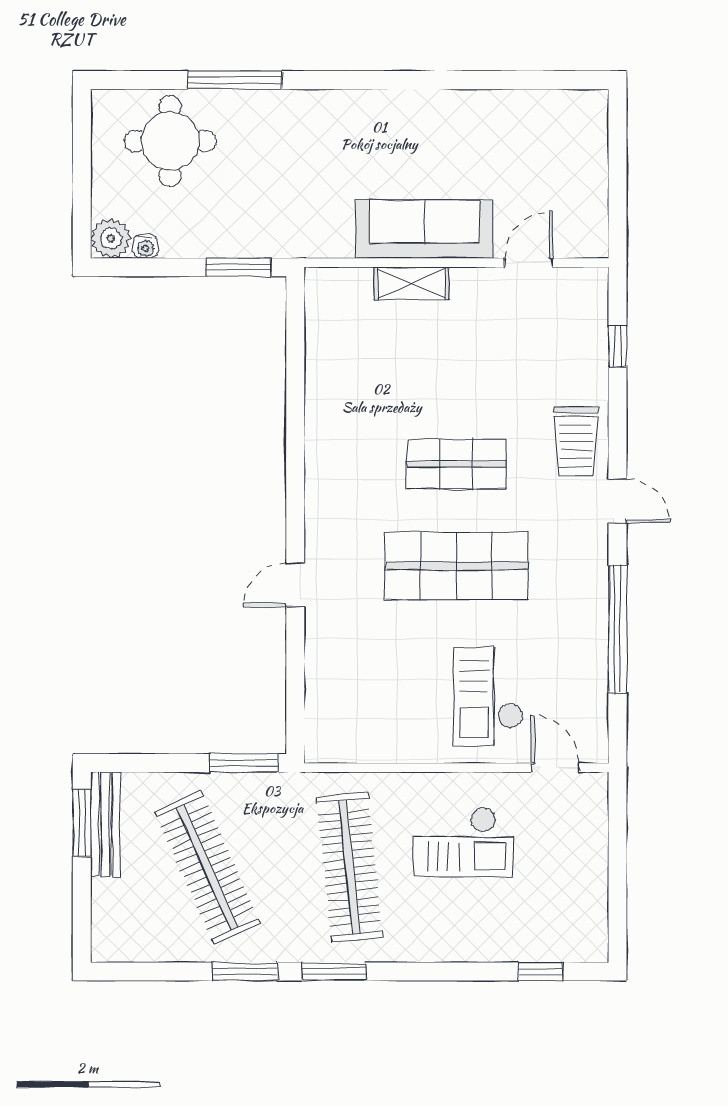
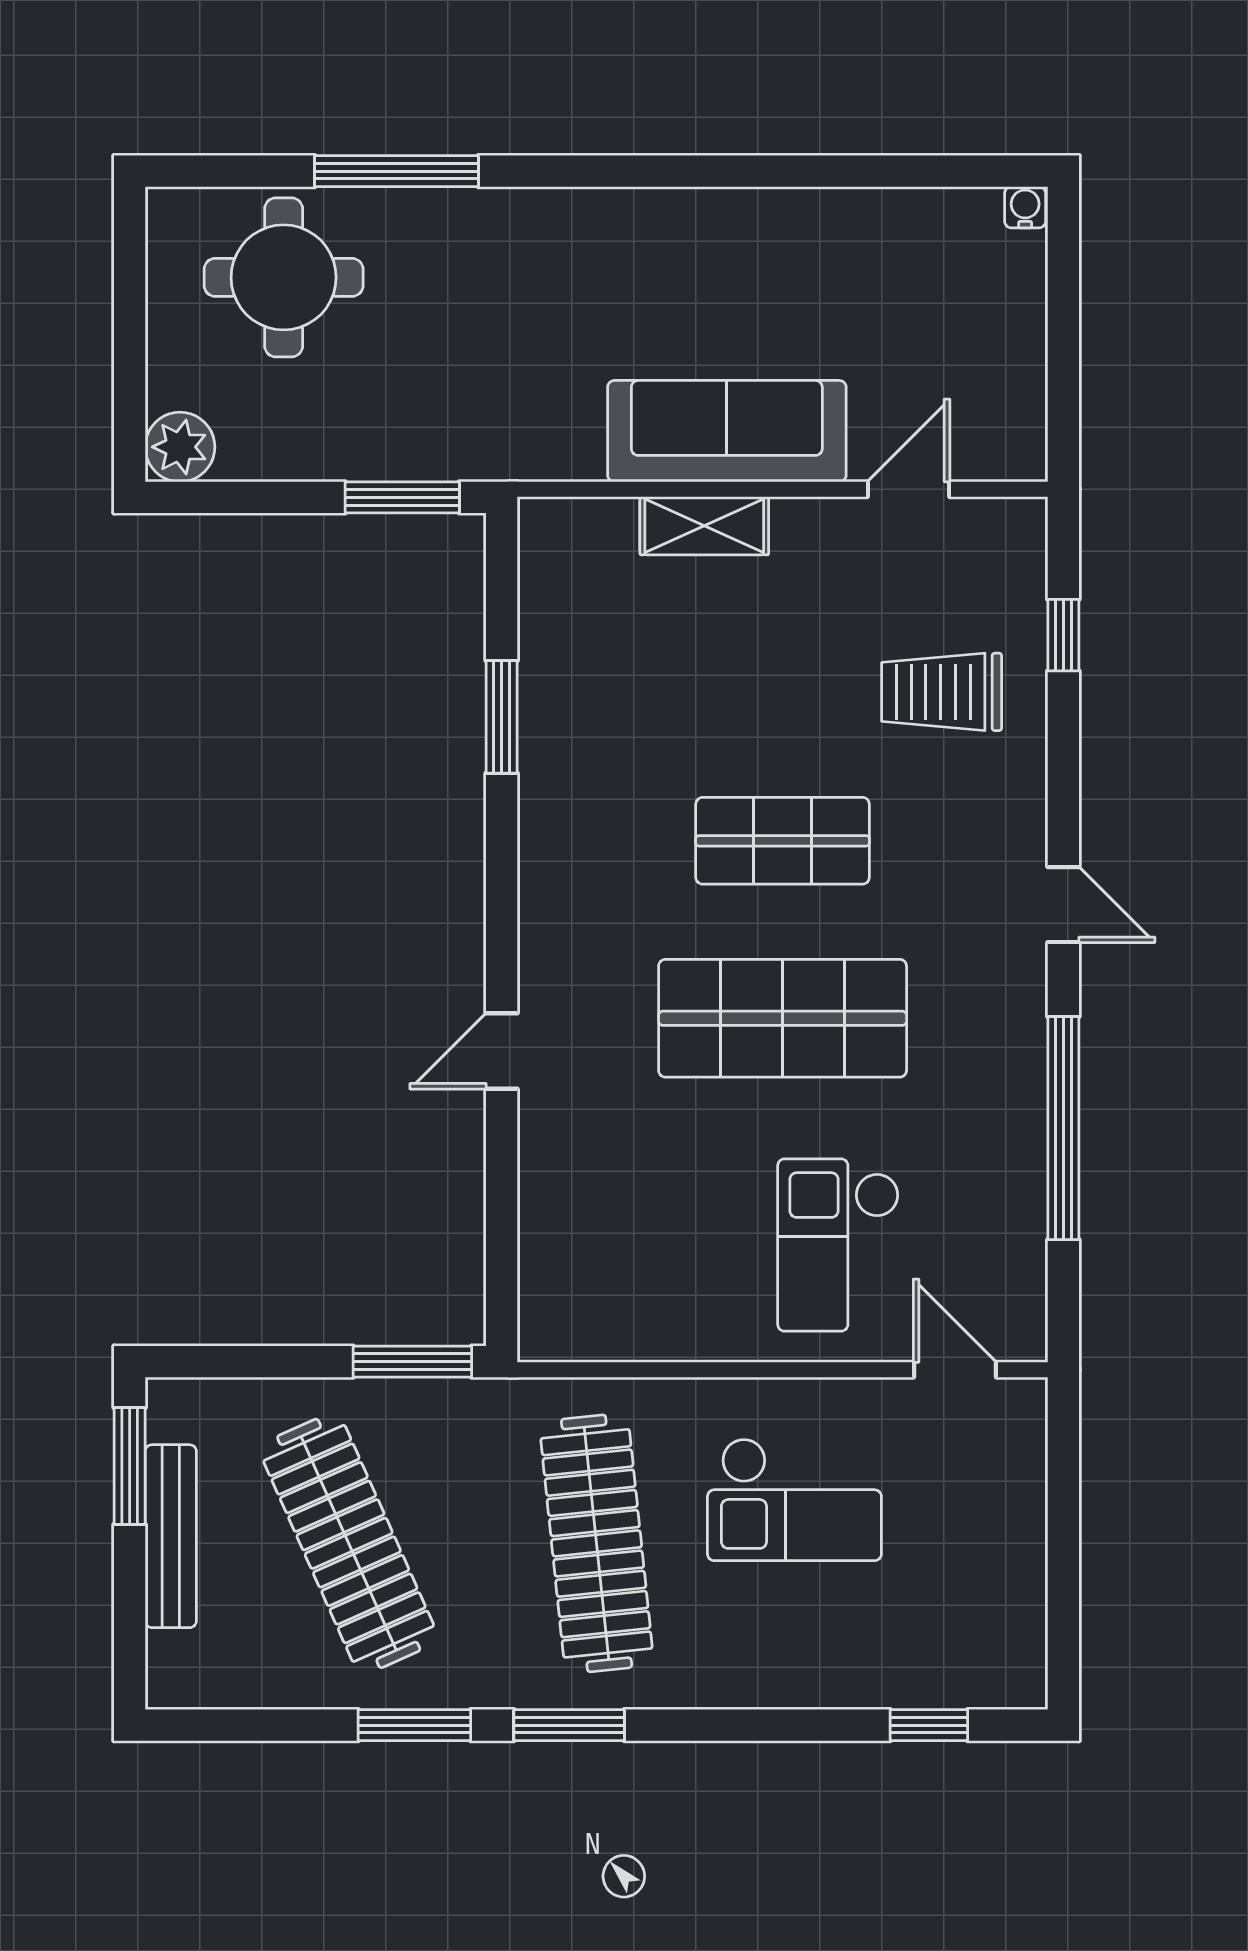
water cooler: (145, 247) -> (1025, 207), moved, turned 180
window: (295, 393) -> (502, 717), added
trolley: (576, 441) -> (942, 692), moved, turned 90
bench: (105, 824) -> (171, 1536), moved

